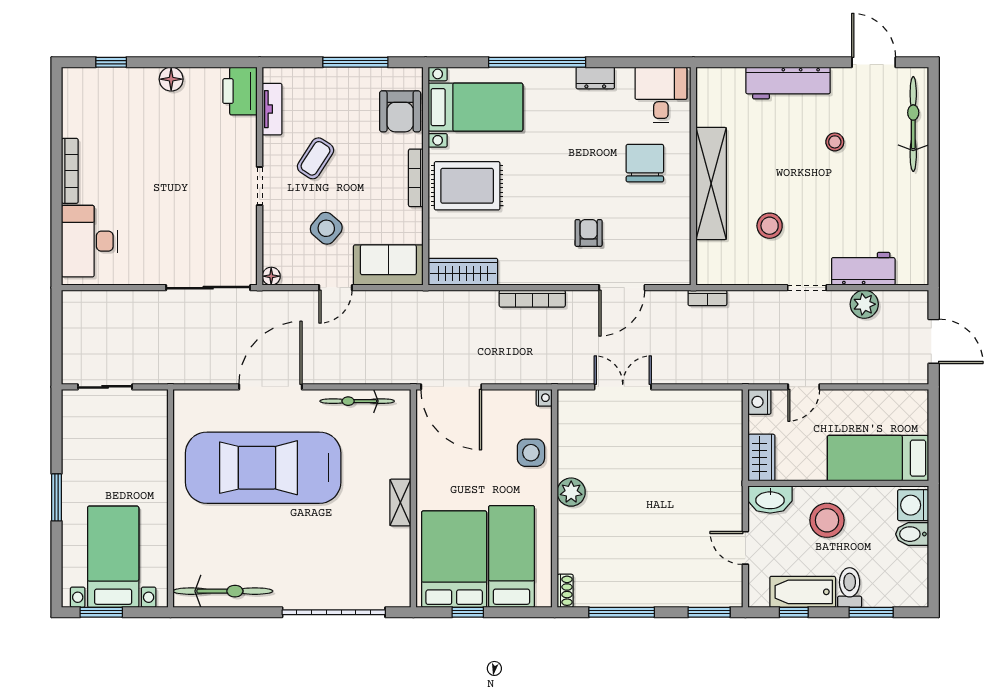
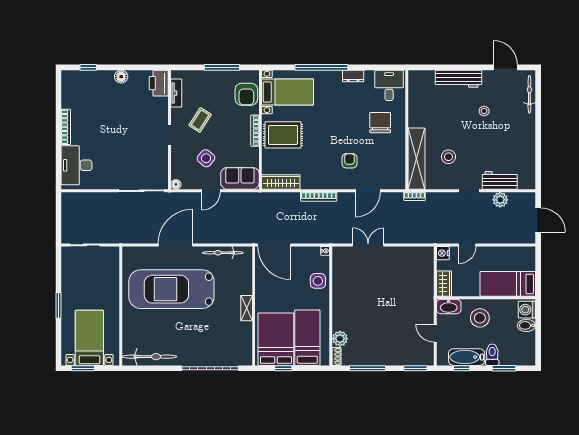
bicycle: (913, 124) -> (529, 94), width x0.73, depth x0.71
shelving: (711, 183) -> (416, 159), moved
plant: (571, 492) -> (340, 339), moved

